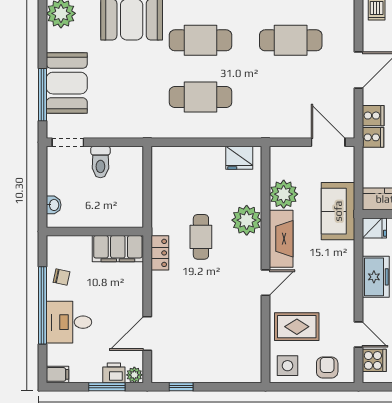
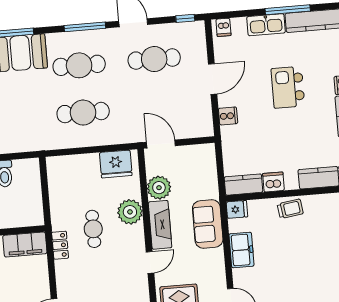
cooker: (373, 137) -> (229, 134), removed
door: (328, 142) -> (161, 144), moved
fridge: (239, 158) -> (116, 164), width x1.36, depth x1.34
sofa: (338, 211) -> (208, 224), moved

